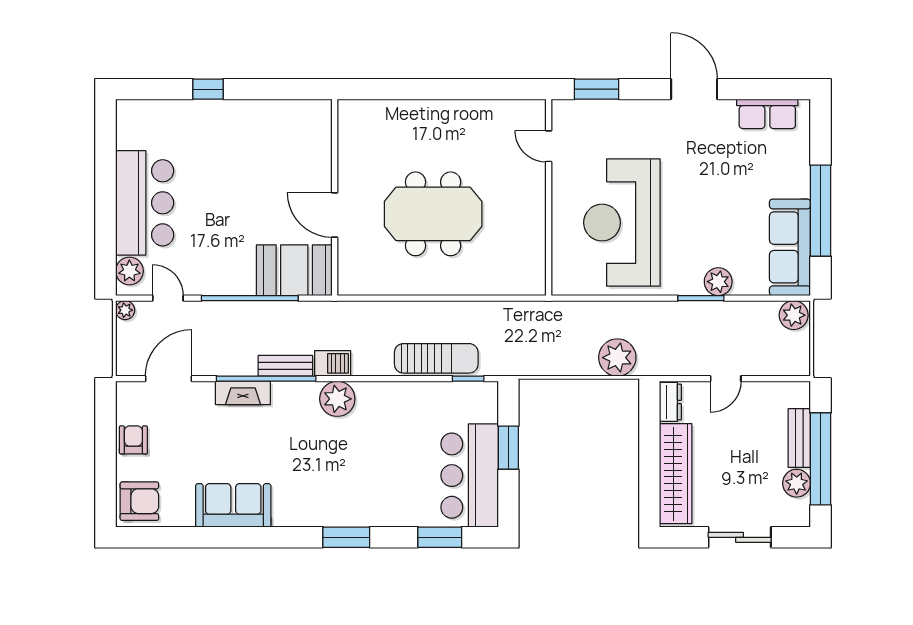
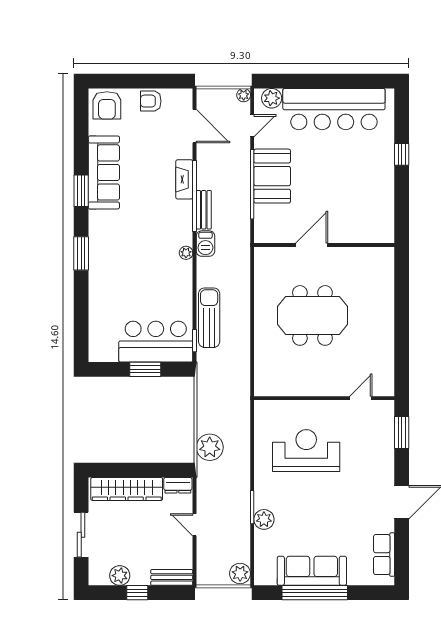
bar counter: (145, 203) -> (334, 109), width x1.36
meeting table: (433, 214) -> (312, 315), turned 90
reception desk: (622, 223) -> (306, 451), width x0.74, depth x0.77
sofa: (790, 247) -> (312, 571), moved
booth: (294, 270) -> (272, 176), moved
sun lounger: (436, 358) -> (209, 318), turned 180
plant: (337, 399) -> (186, 253), width x0.53, depth x0.53
bench: (799, 438) -> (172, 577), moved
armchair: (133, 440) -> (151, 101), turned 180
window: (821, 459) -> (137, 593), width x0.32
bar counter: (470, 476) -> (156, 342), moved
sofa: (233, 505) -> (104, 172), width x1.36
window: (440, 537) -> (81, 191), moved

